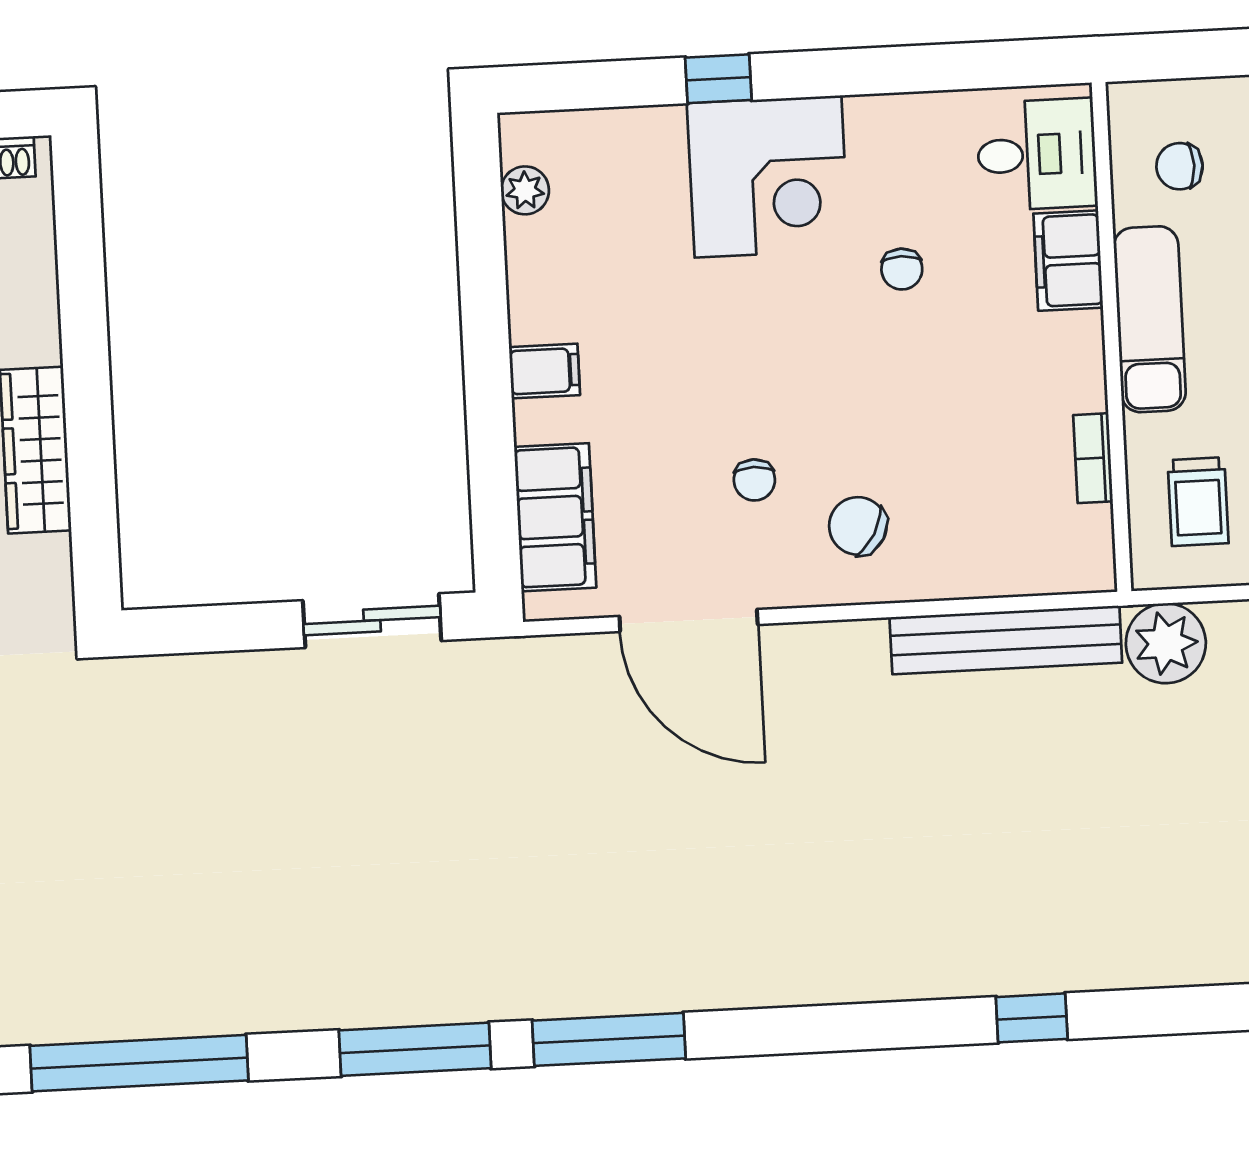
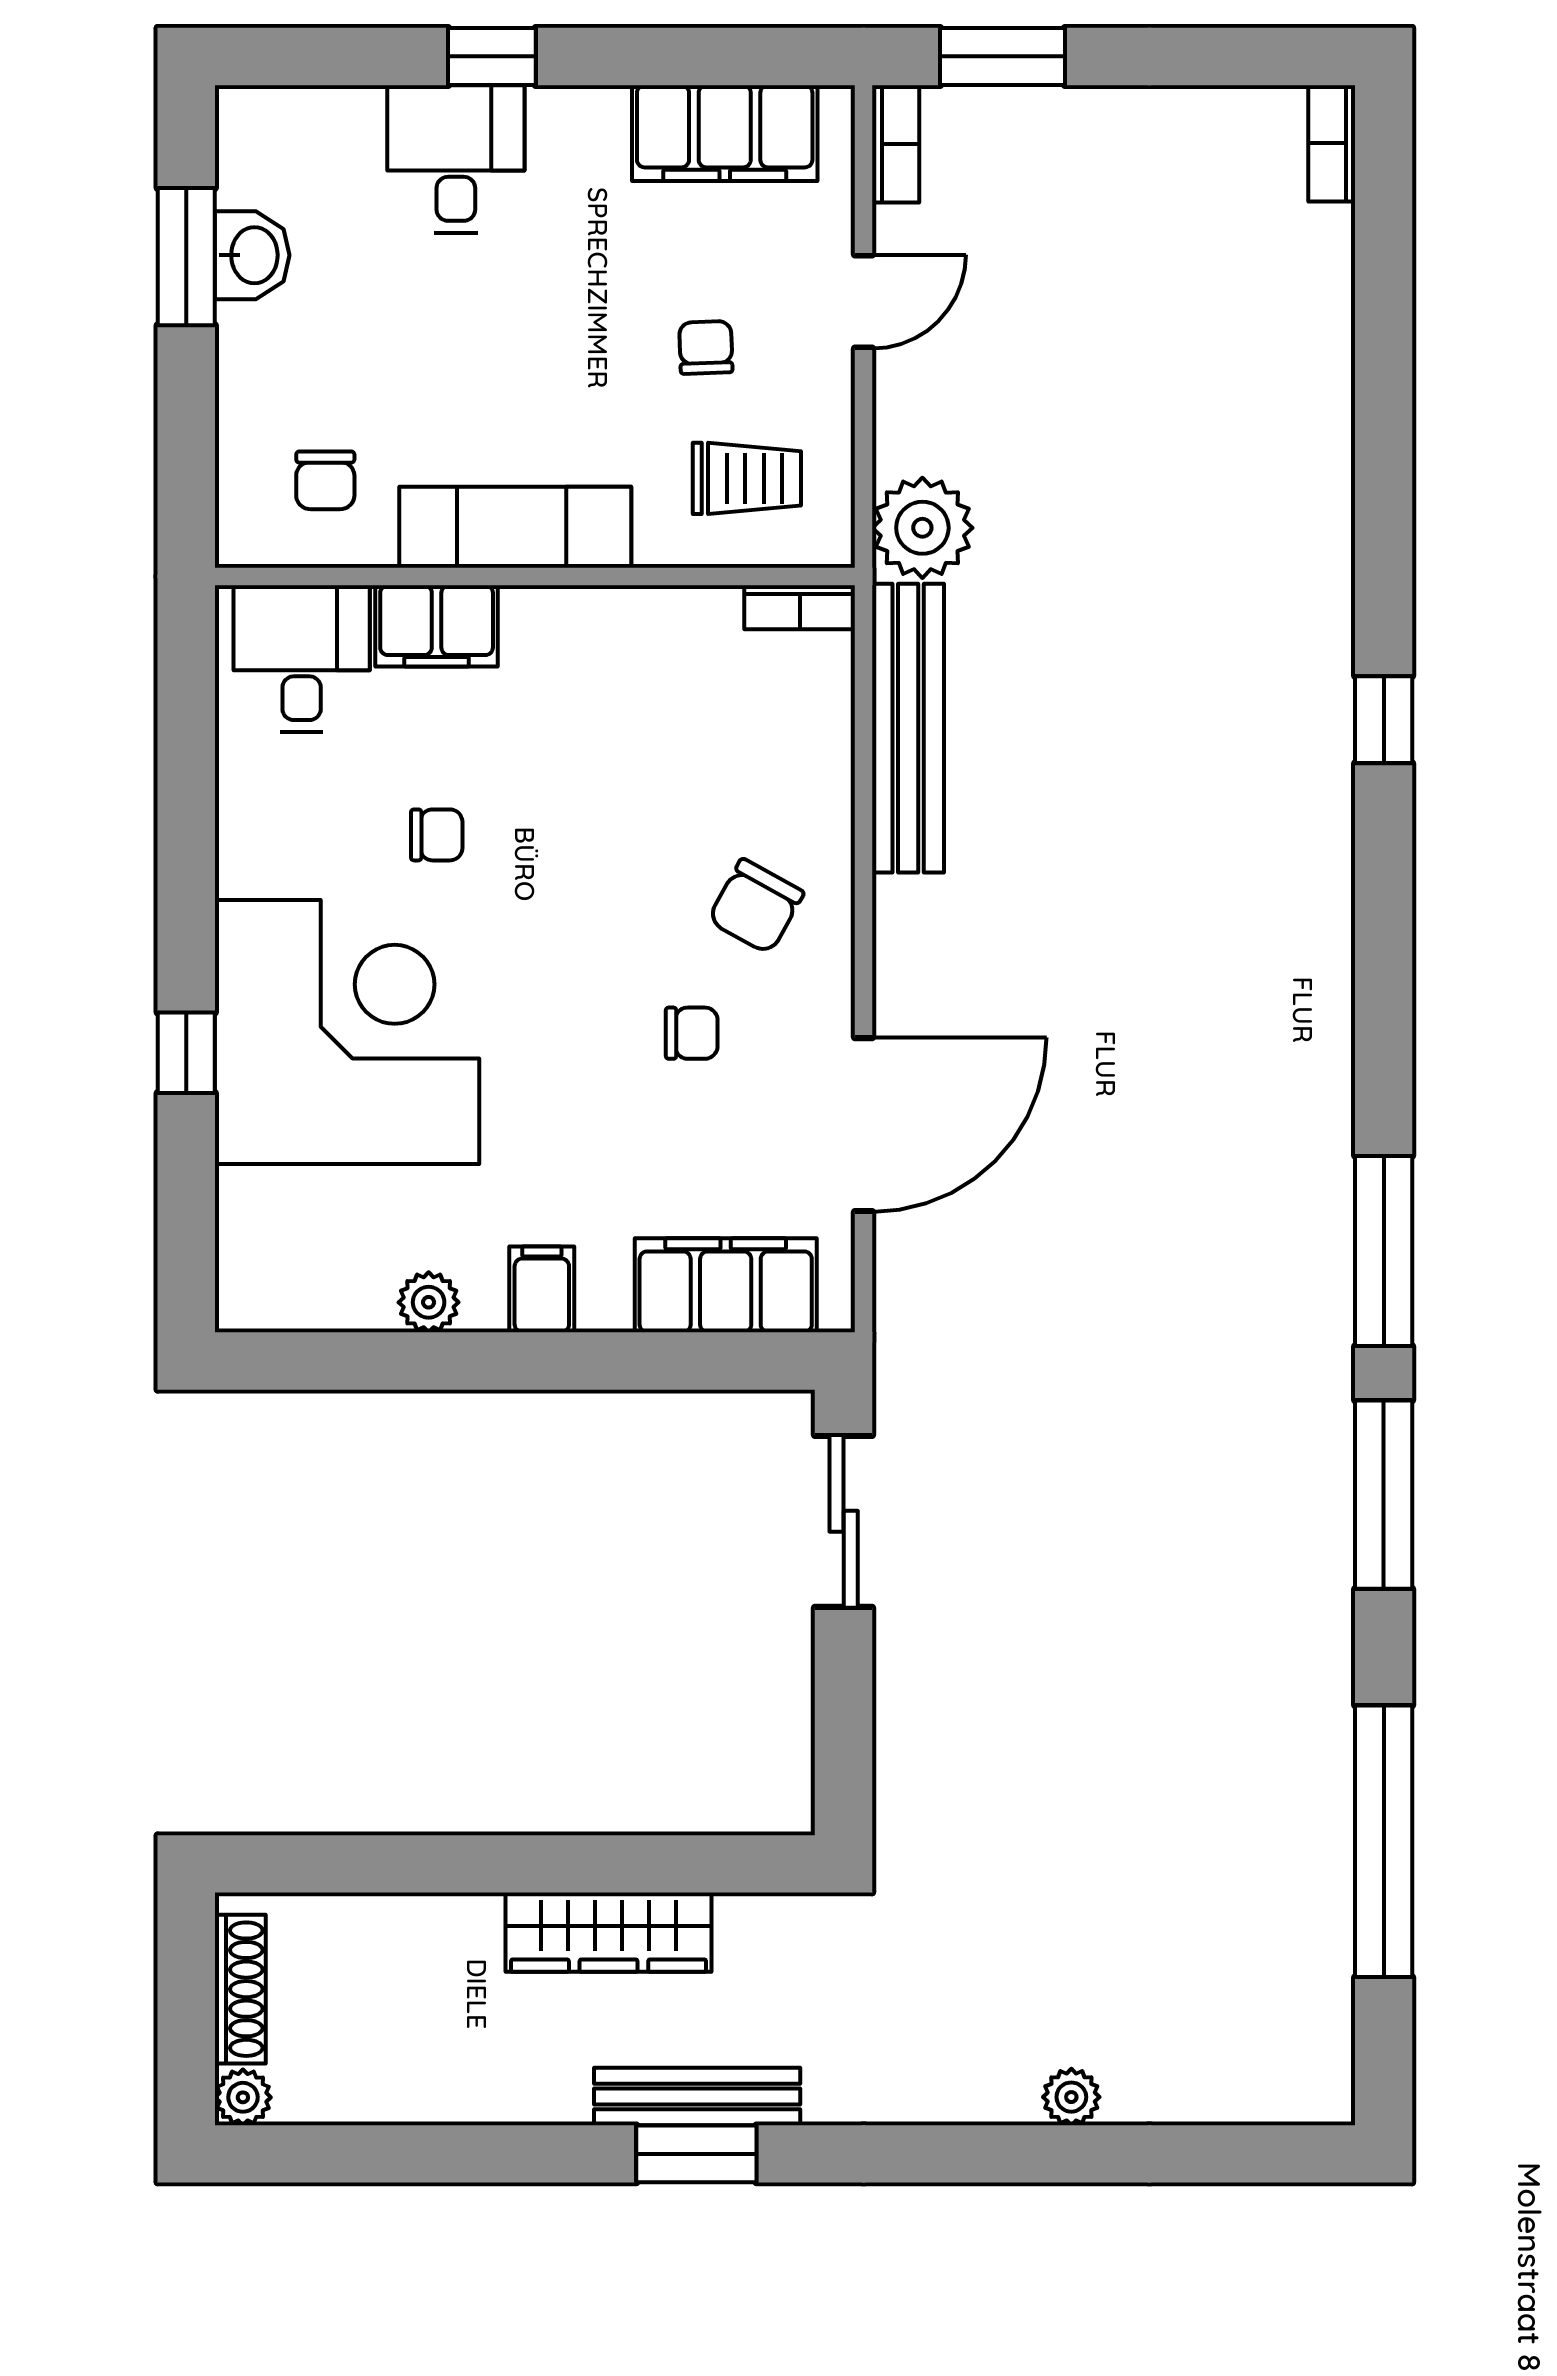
corner desk: (768, 176) -> (347, 1032), width x1.36, depth x1.36
plant: (525, 190) -> (429, 1302), moved
bookcase: (1093, 458) -> (800, 607), moved

